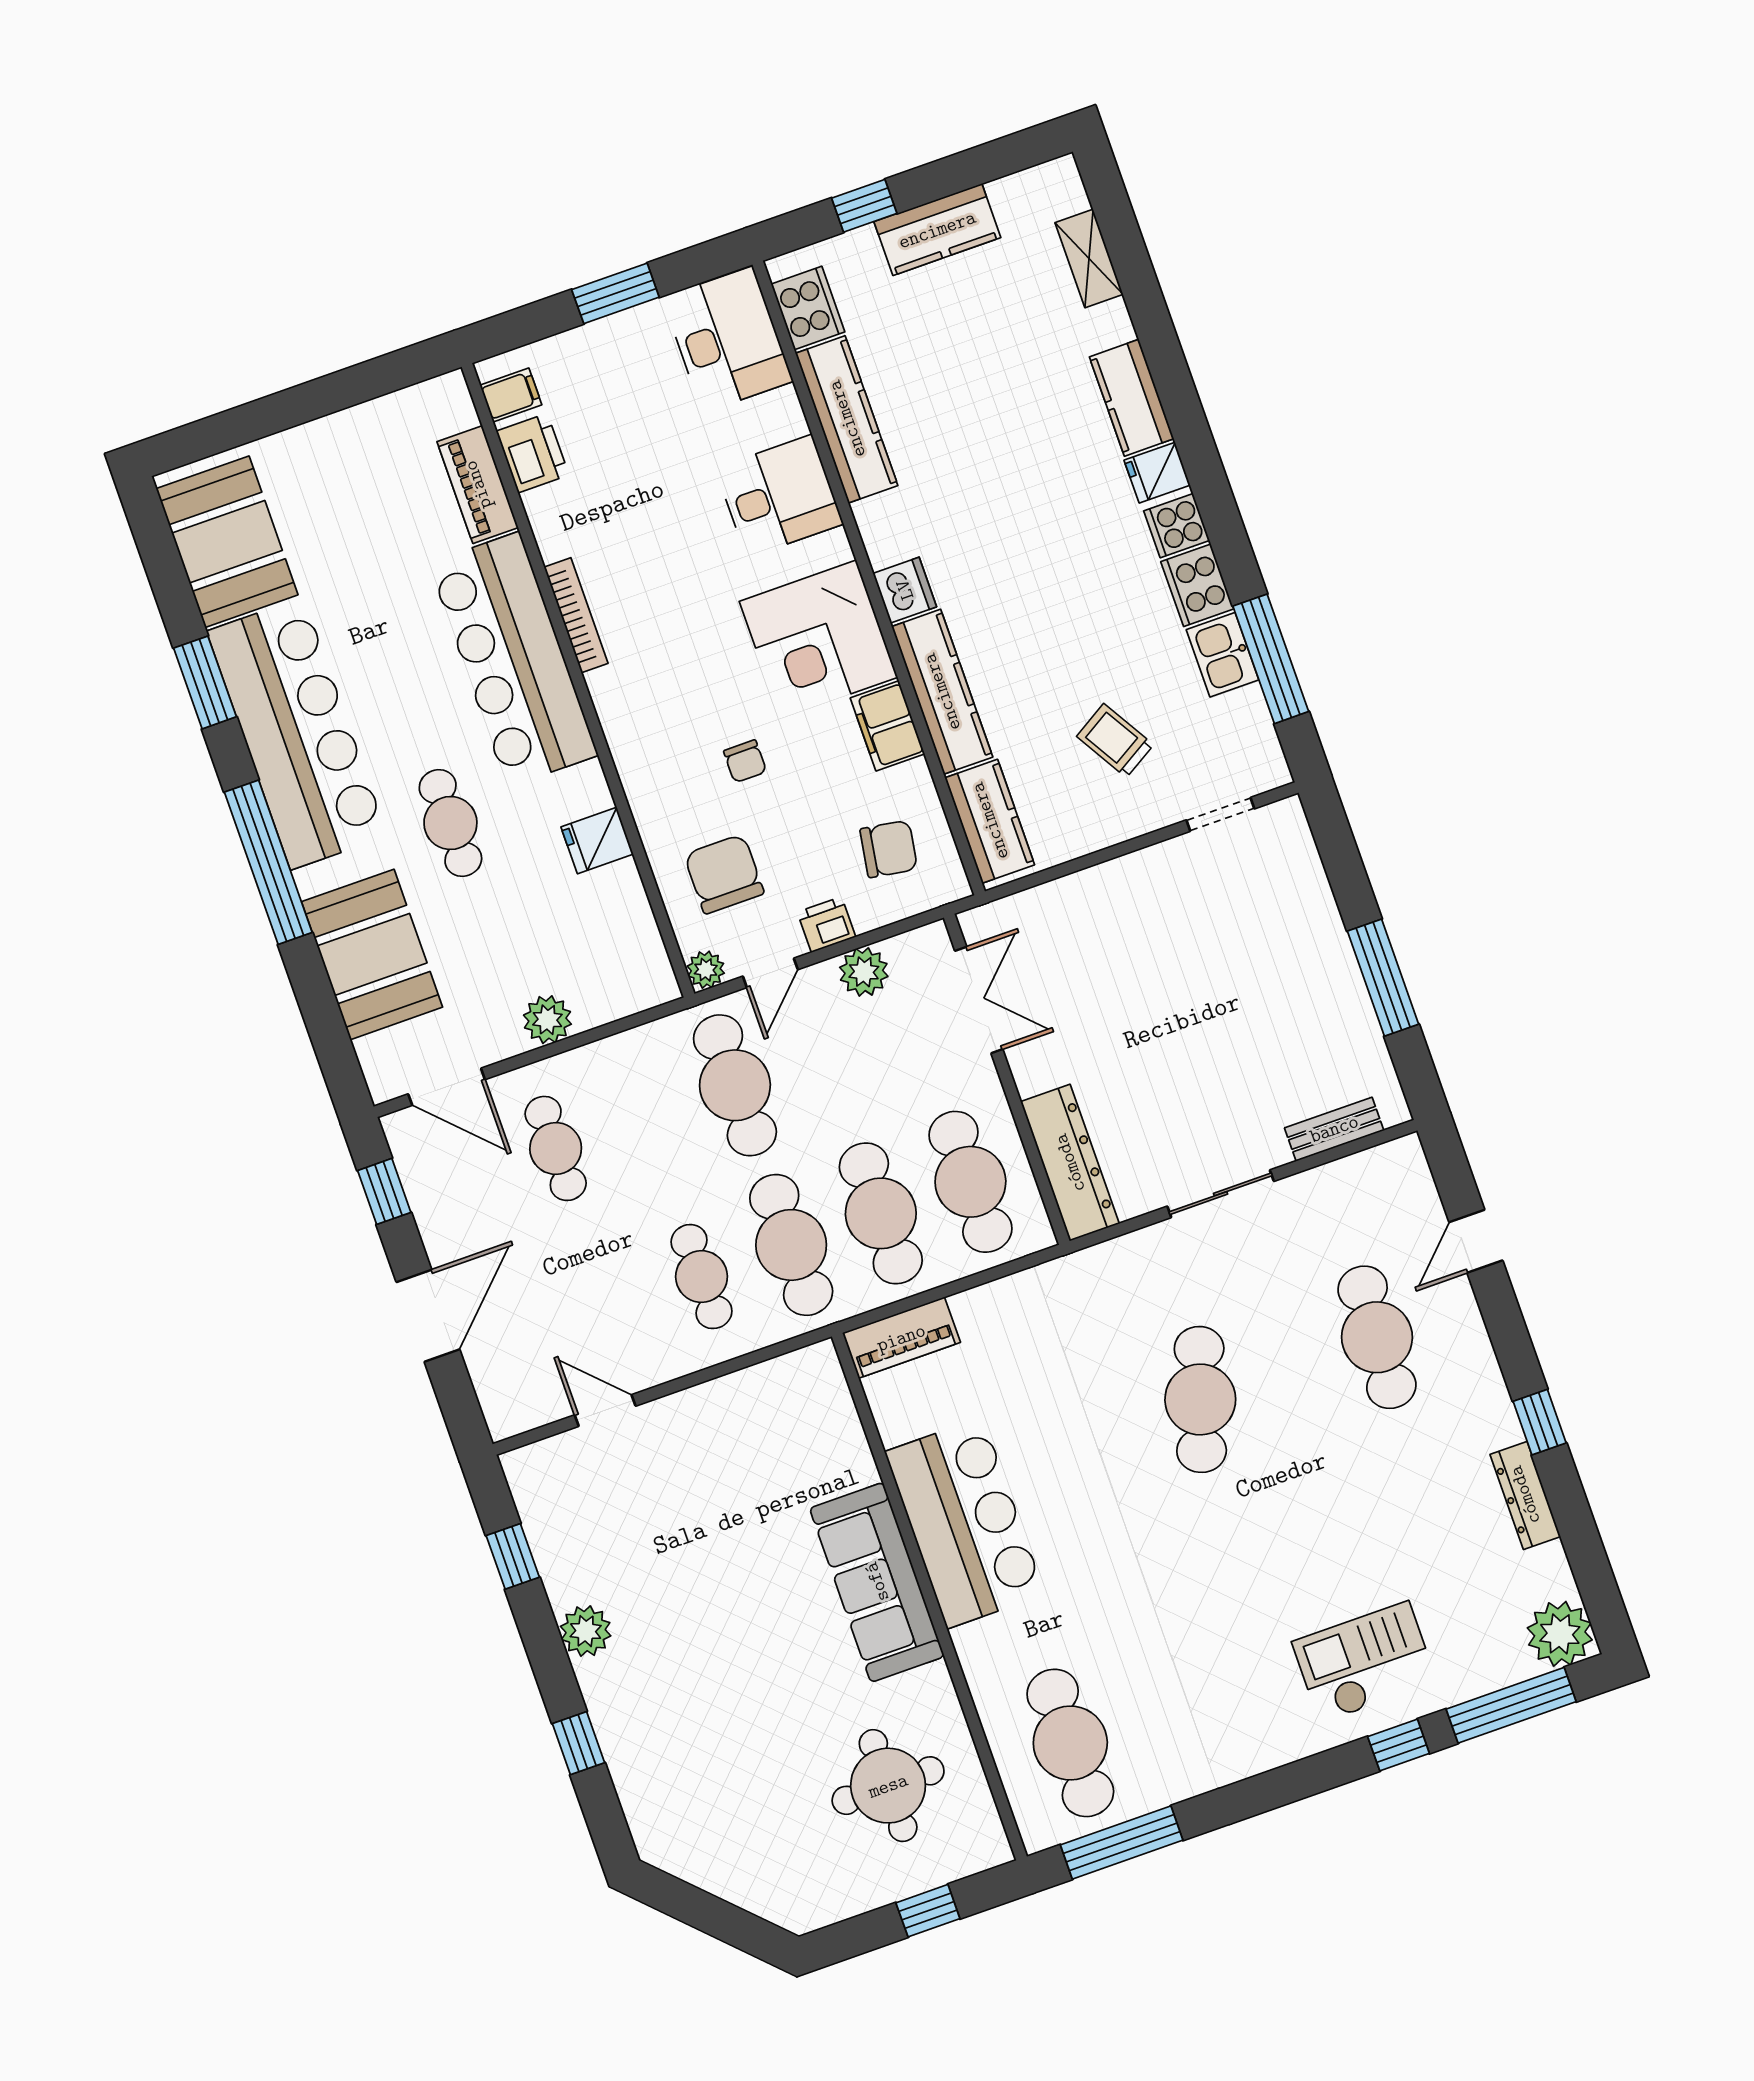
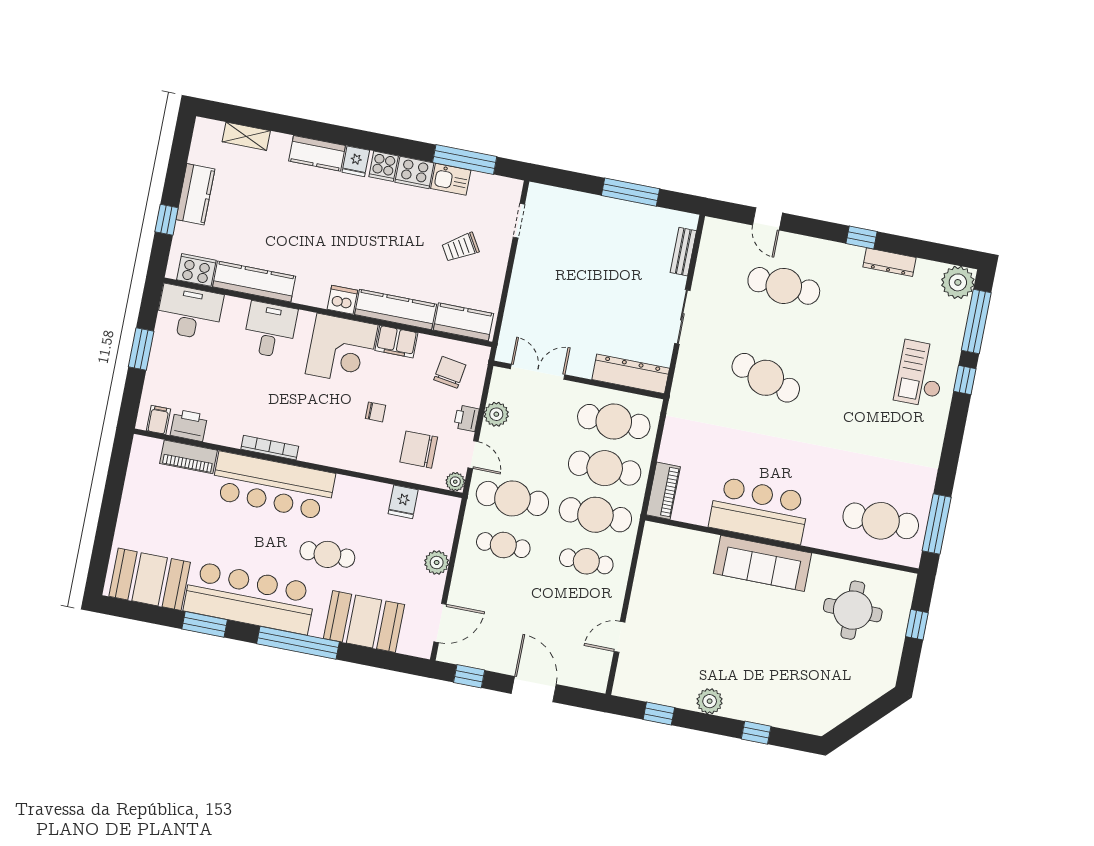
fridge: (597, 841) -> (403, 502), moved
cafe table: (556, 1148) -> (503, 545), moved

